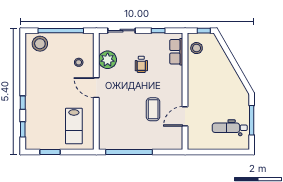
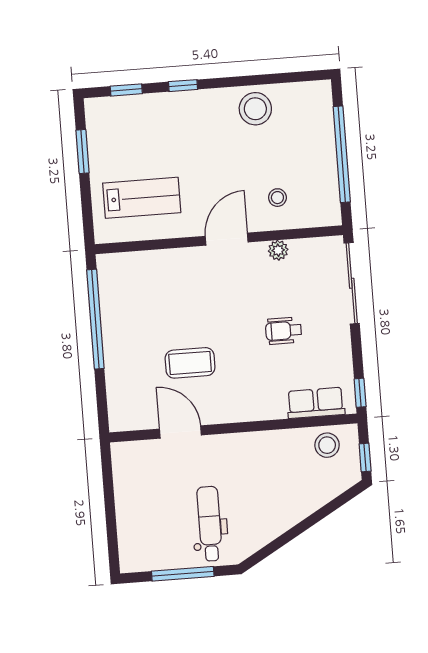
sliding door: (122, 31) -> (352, 283), width x1.37
window: (158, 31) -> (360, 393), moved
stool: (40, 44) -> (255, 109), moved
plant: (108, 60) -> (278, 250), width x0.53, depth x0.53
lab bench: (74, 126) -> (142, 198), turned 180
dental chair: (230, 128) -> (210, 524), moved

